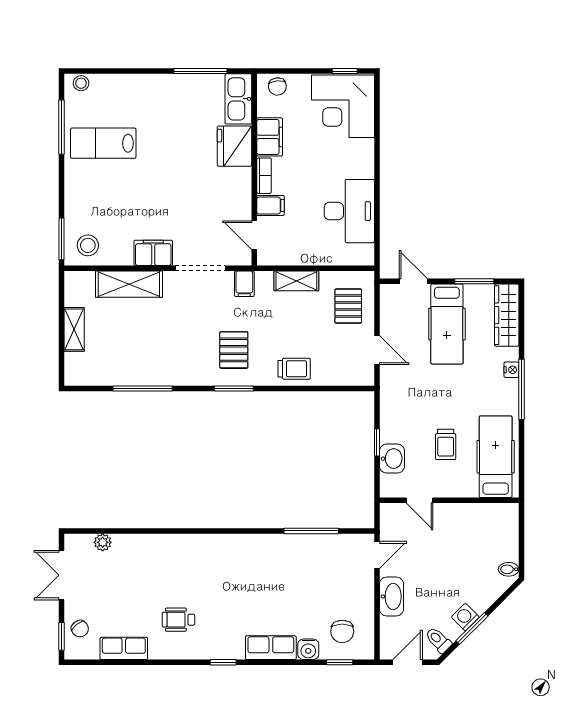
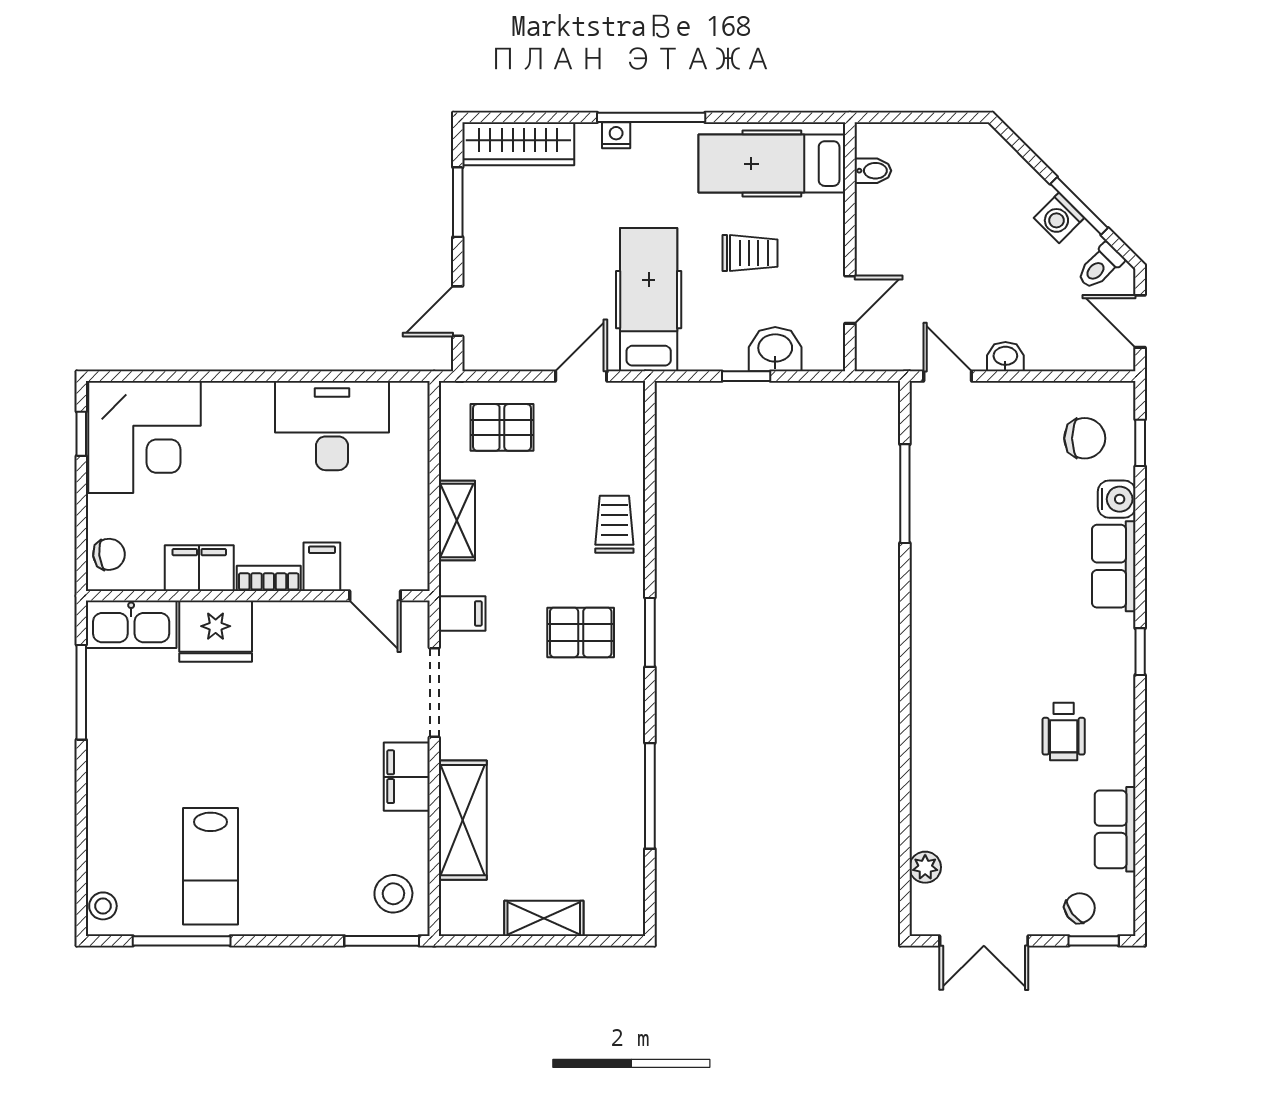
door: (254, 235) -> (375, 596), hinge flipped
hospital bed: (447, 324) -> (649, 300), moved, turned -90
bidet: (509, 569) -> (873, 171), moved, turned -90
washbasin: (391, 596) -> (1005, 357), width x0.52, depth x0.69

